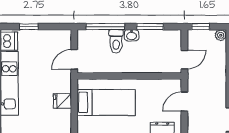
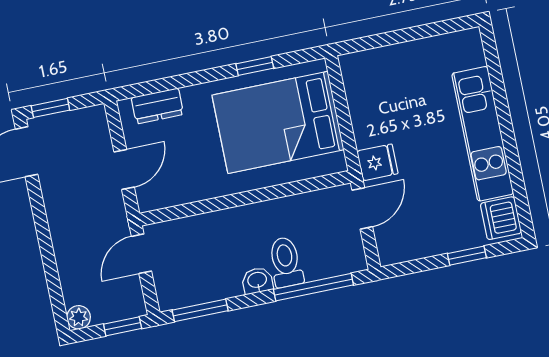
window: (150, 27) -> (200, 310), moved
fridge: (62, 101) -> (377, 162), moved
bed: (106, 102) -> (278, 122), width x1.50

